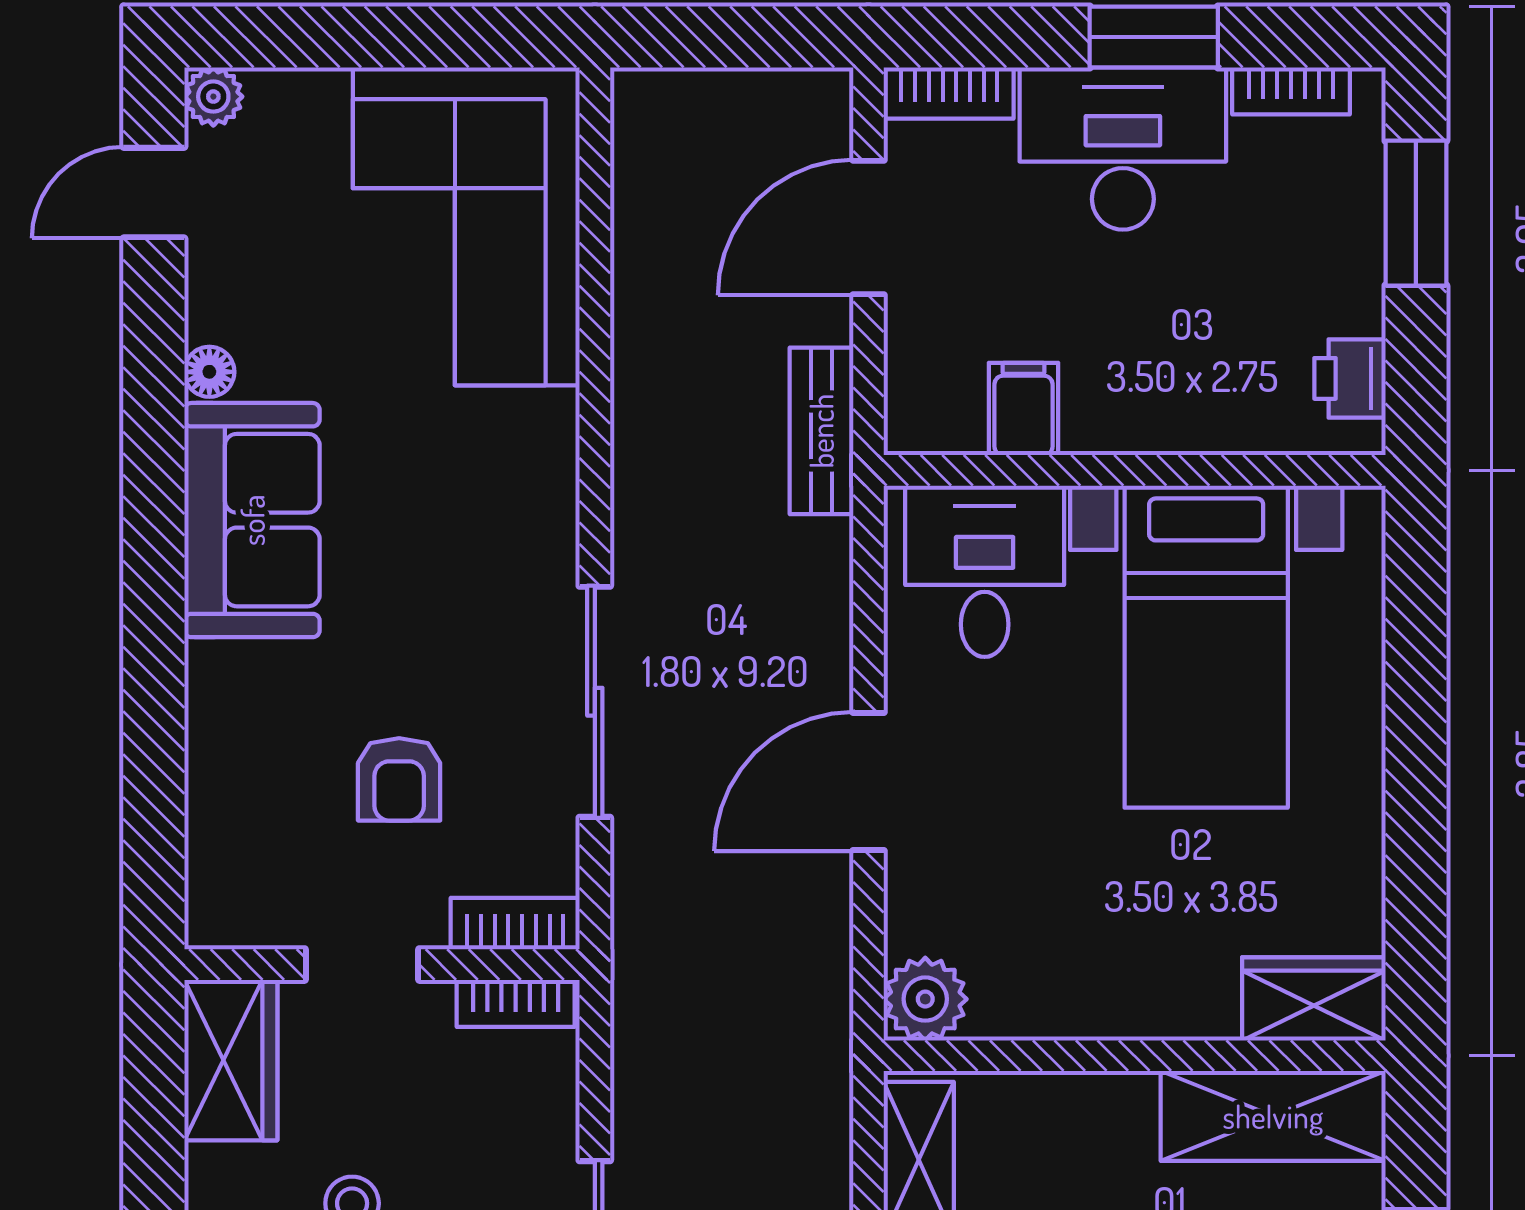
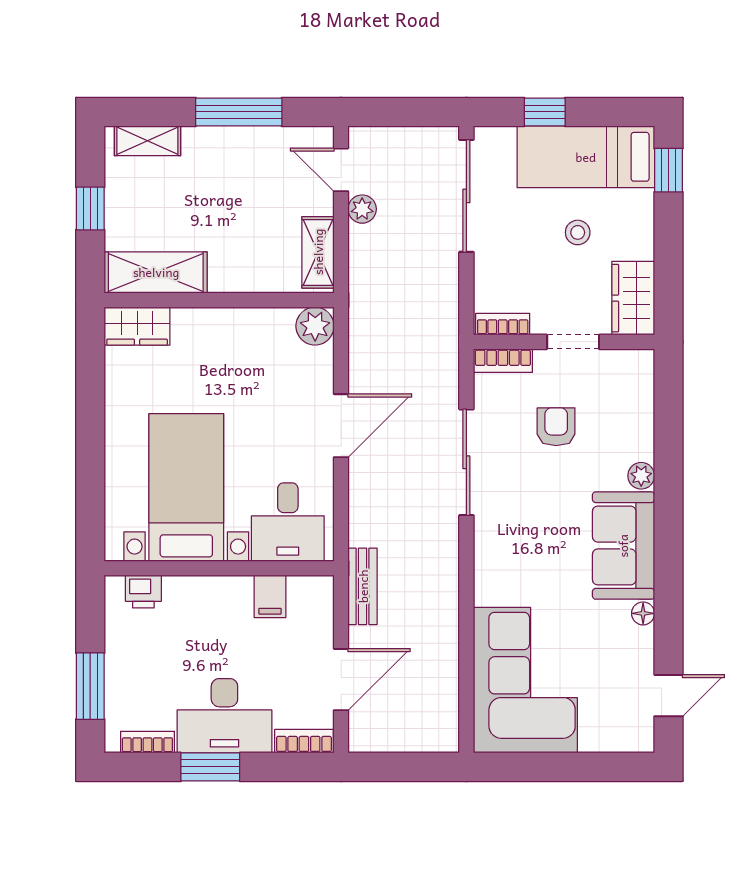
plant: (213, 97) -> (641, 476), moved
printer: (1350, 378) -> (143, 592), moved, turned 90

